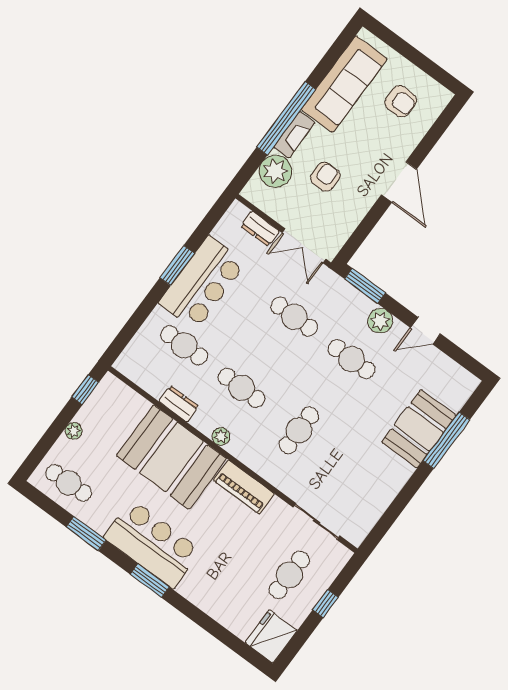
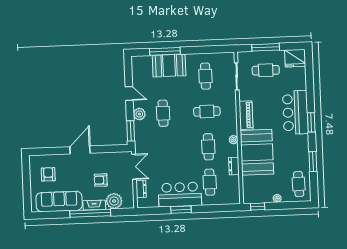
cafe table: (294, 317) -> (205, 76), moved
bar counter: (152, 544) -> (295, 112), moved
window: (325, 604) -> (266, 47), width x2.17

